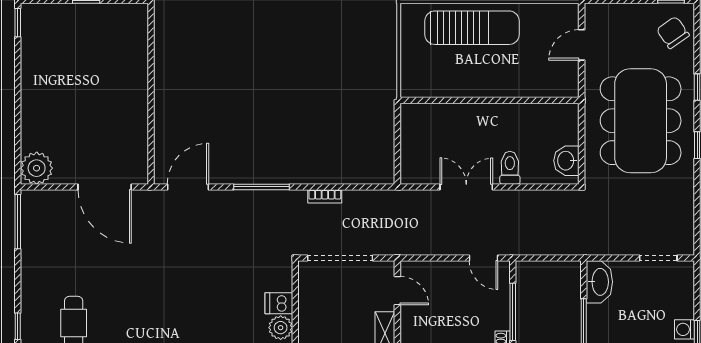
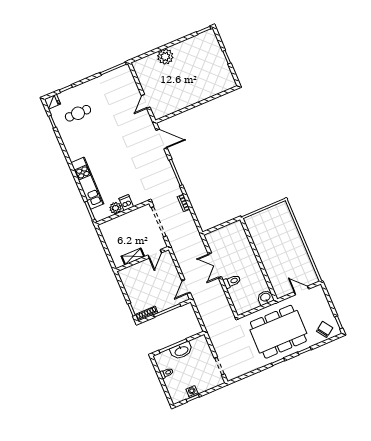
sun lounger: (472, 28) -> (288, 237), removed
washbasin: (566, 161) -> (265, 297), moved
plant: (37, 168) -> (165, 57), moved
door: (105, 187) -> (146, 101), width x0.53
double door: (466, 187) -> (215, 265), swing flipped
washbasin: (599, 282) -> (181, 351), moved

